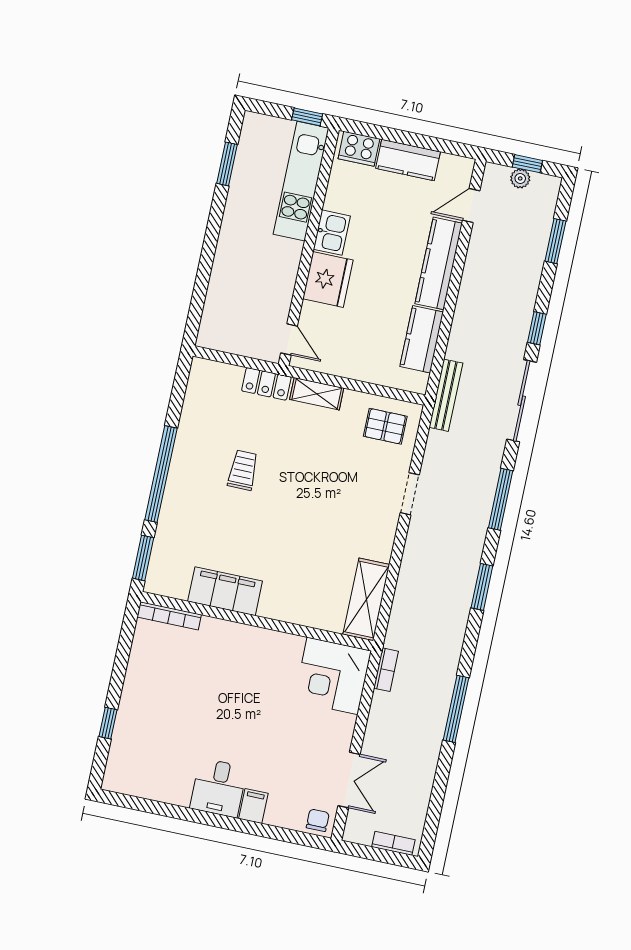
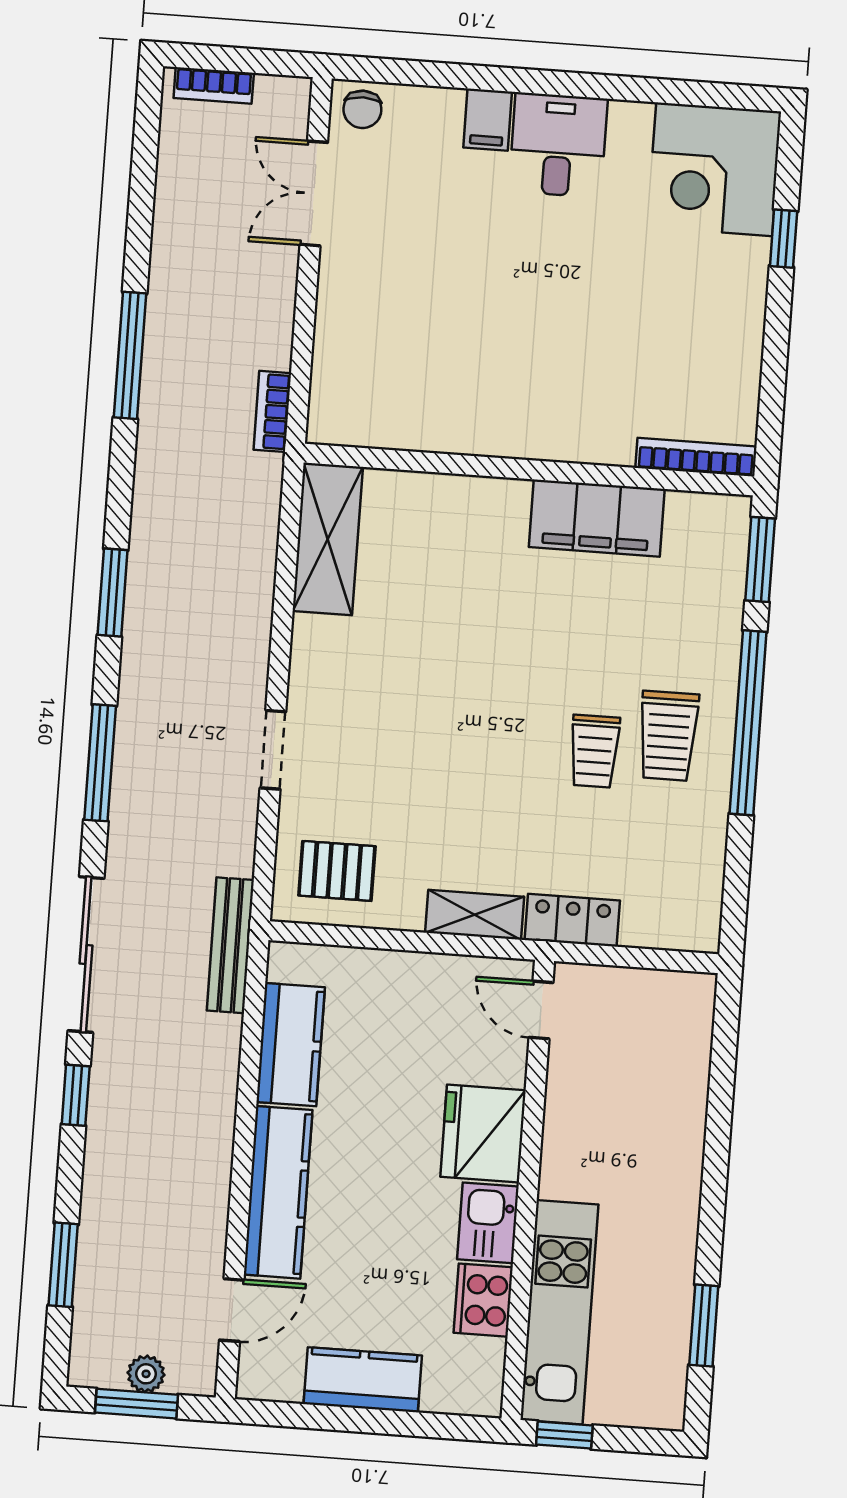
cooker: (359, 149) -> (483, 1300), moved, turned -90
window: (527, 164) -> (136, 1404), width x1.50
trolley: (203, 473) -> (668, 736), added
corner desk: (333, 676) -> (714, 169), moved, turned 180

